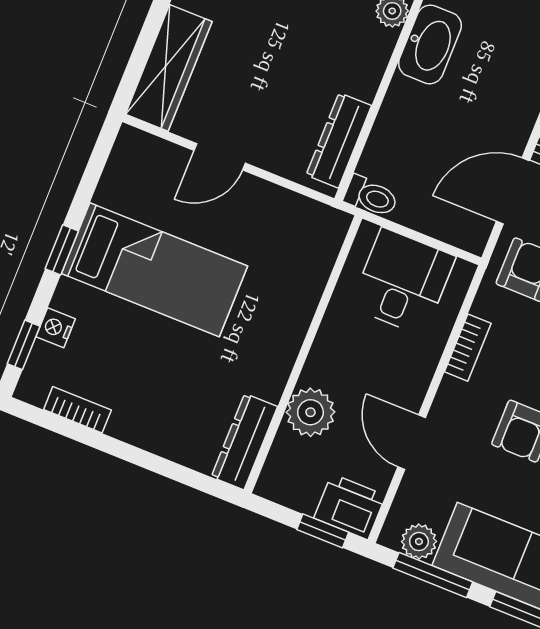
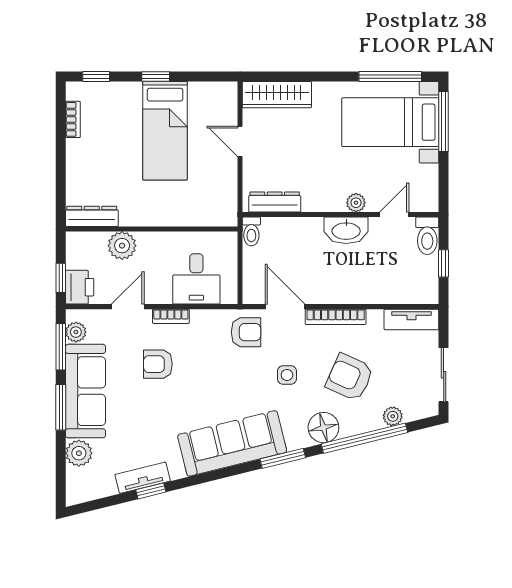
desk: (403, 282) -> (196, 279), moved, turned 90
nightstand: (56, 328) -> (112, 90), removed
bookcase: (468, 348) -> (171, 316), moved

